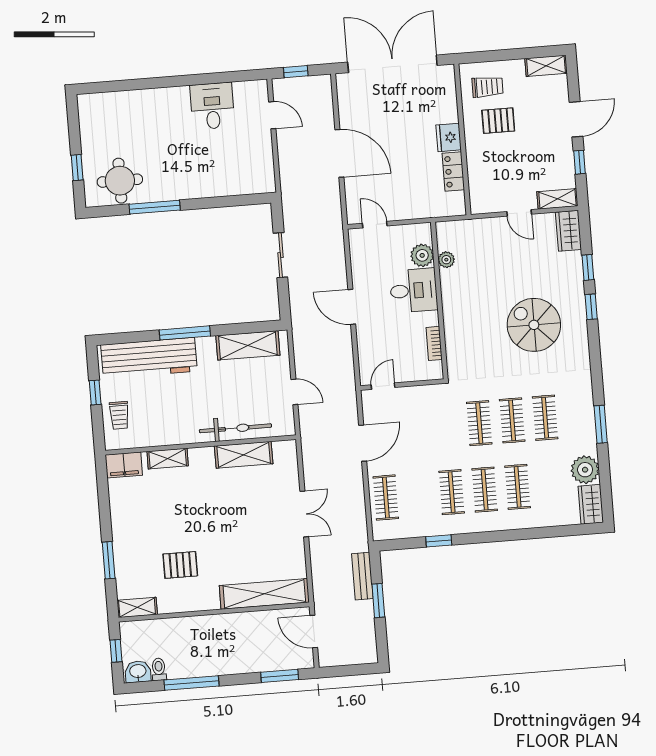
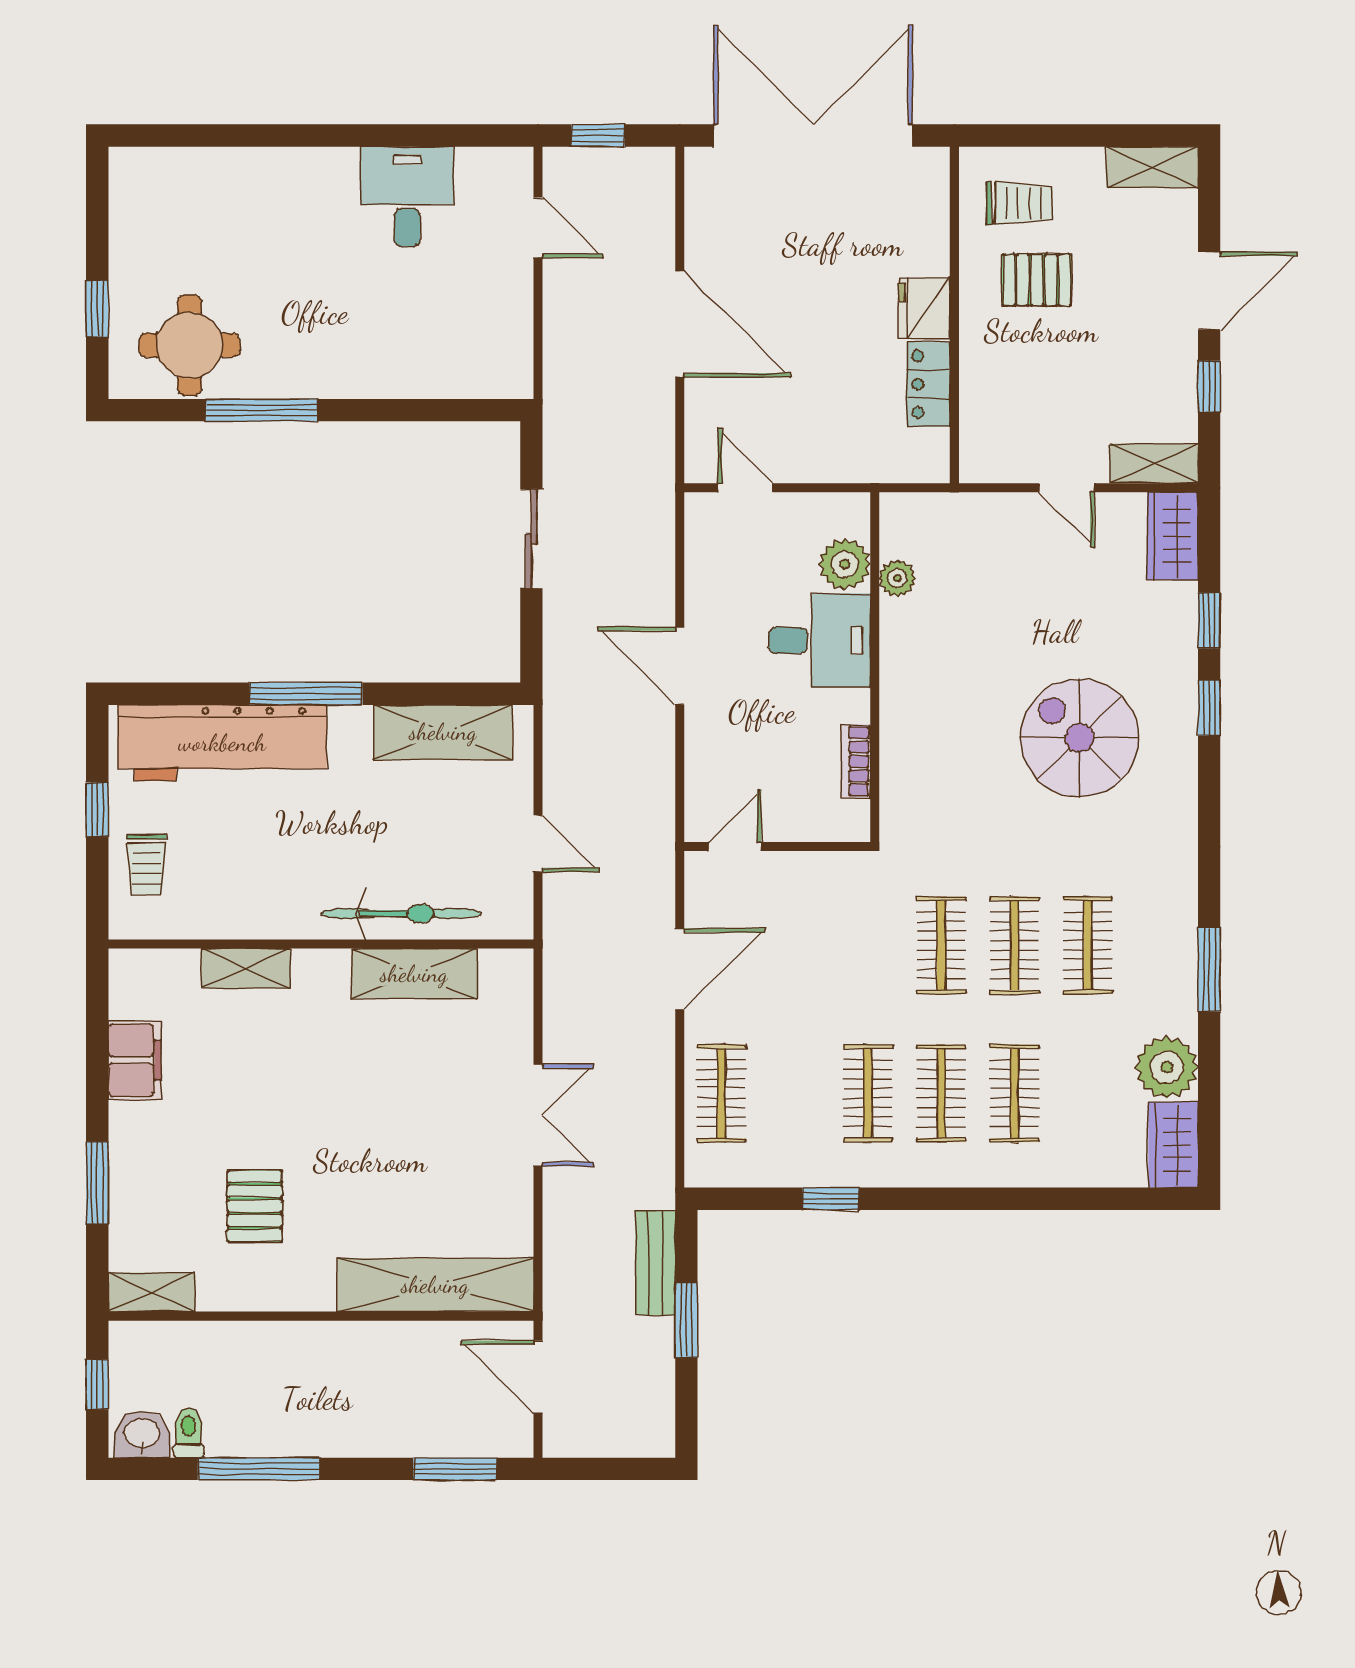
filing cabinet: (124, 465) -> (135, 1060), moved, turned -90
pallet: (180, 565) -> (255, 1206), turned 90

